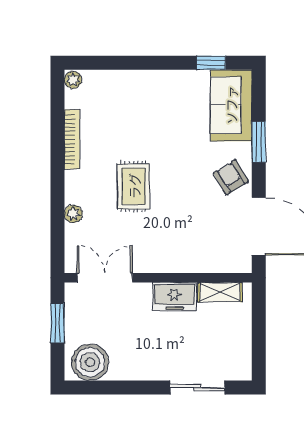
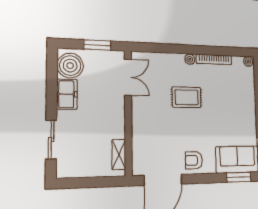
window: (259, 142) -> (239, 177), moved
armchair: (231, 177) -> (194, 160), turned -149
plant: (73, 214) -> (190, 59), moved
freezer: (174, 297) -> (67, 94), moved, turned 180

